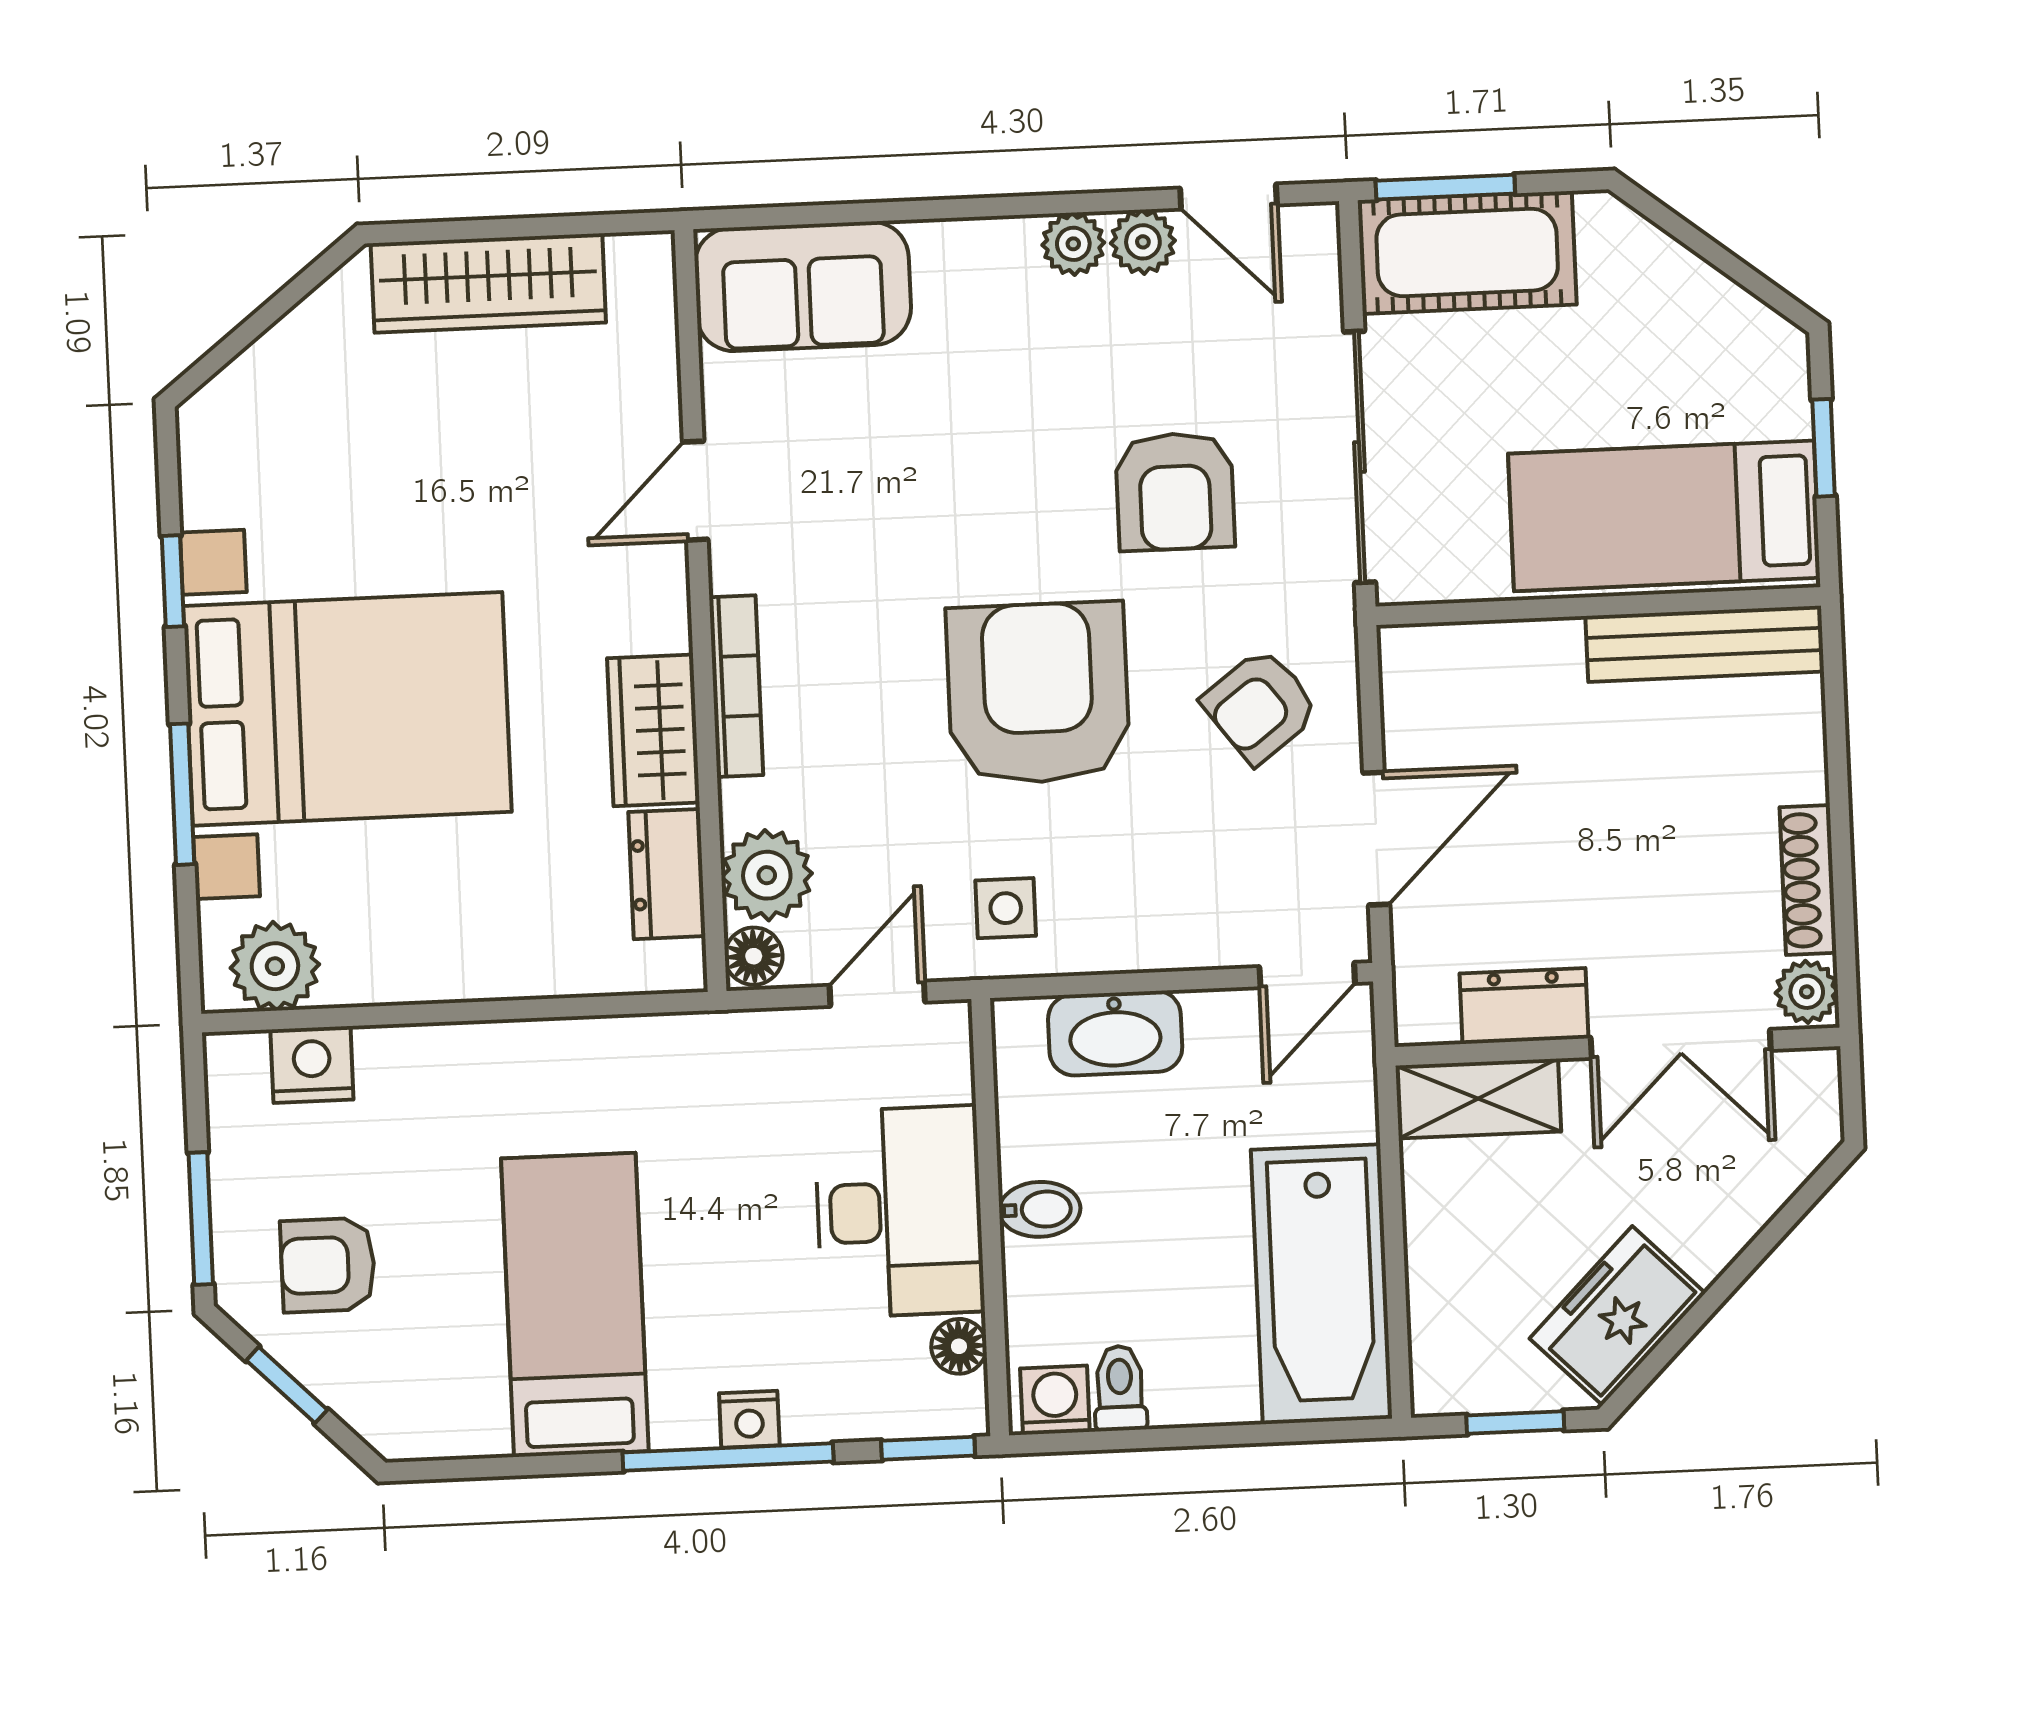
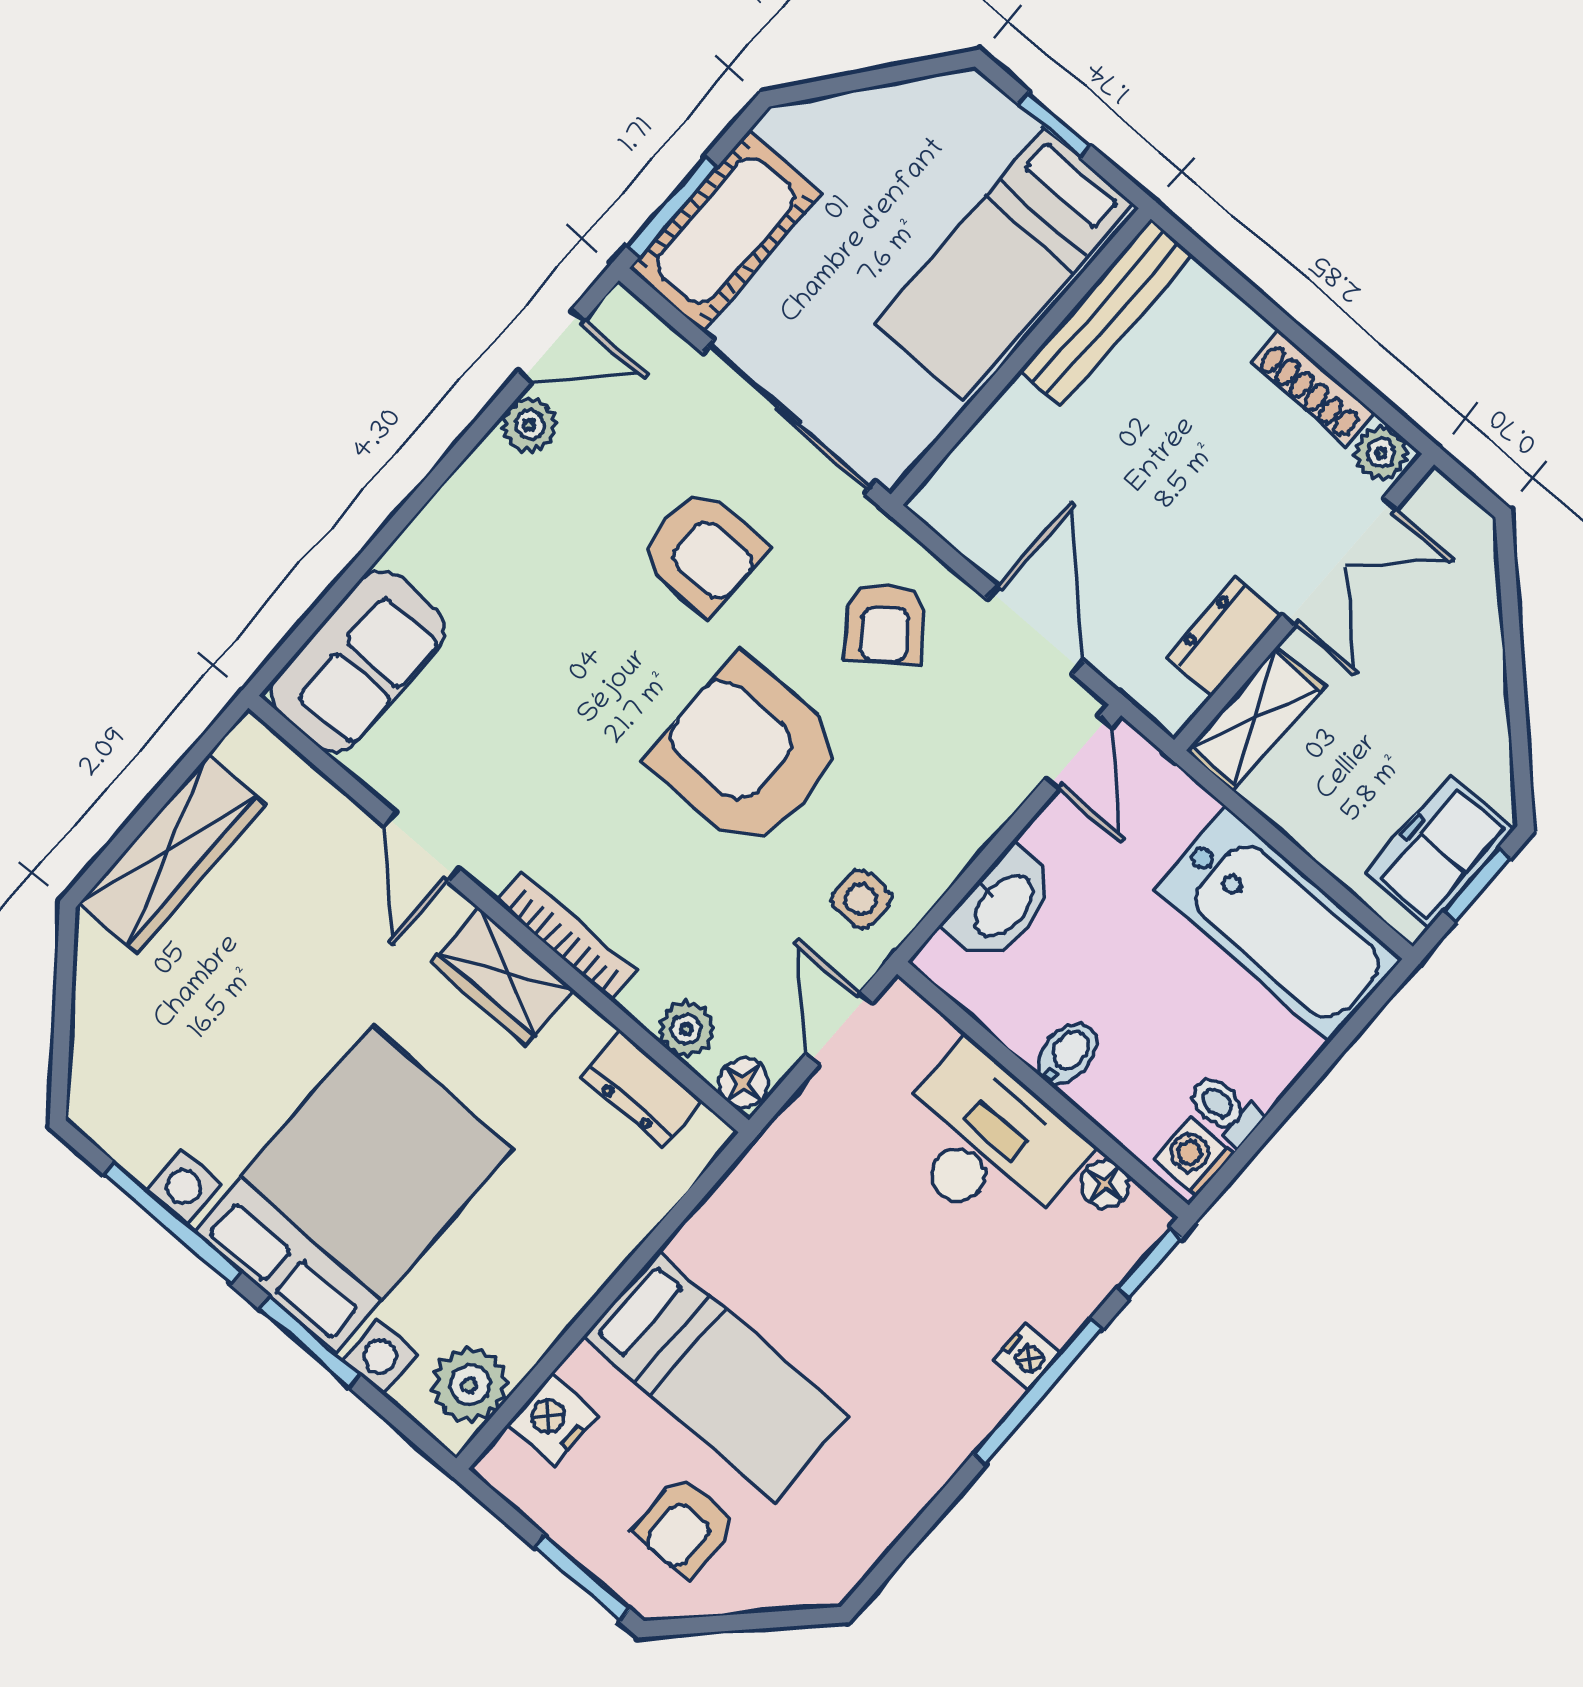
plant: (1073, 244) -> (490, 469), removed
window: (173, 581) -> (172, 1223), width x2.17
wardrobe: (653, 730) -> (503, 976), moved
plant: (767, 875) -> (686, 1029), width x0.73, depth x0.73
bed: (575, 1305) -> (716, 1377), moved, turned 180
freezer: (1618, 1316) -> (1440, 851), moved, turned 45
window: (287, 1385) -> (736, 1622), removed

